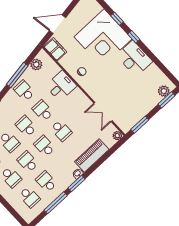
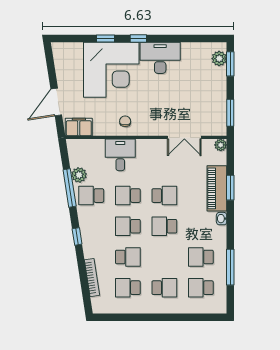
plant: (36, 65) -> (79, 175), moved
school desk: (28, 162) -> (164, 257), removed
window: (77, 183) -> (230, 188), moved
school desk: (29, 197) -> (201, 288), turned 180

